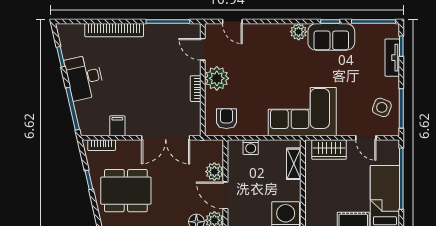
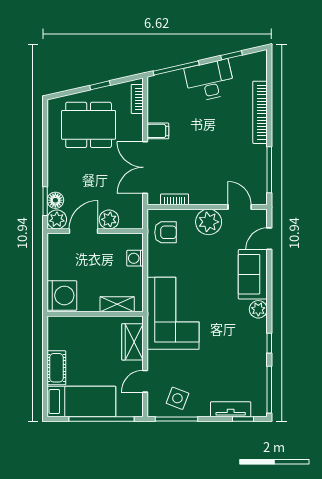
sofa: (331, 37) -> (253, 274), moved
door: (203, 49) -> (240, 207), hinge flipped
bookcase: (196, 89) -> (175, 199), moved
filing cabinet: (117, 126) -> (158, 131), moved
dining table: (126, 191) -> (89, 125), turned 90

